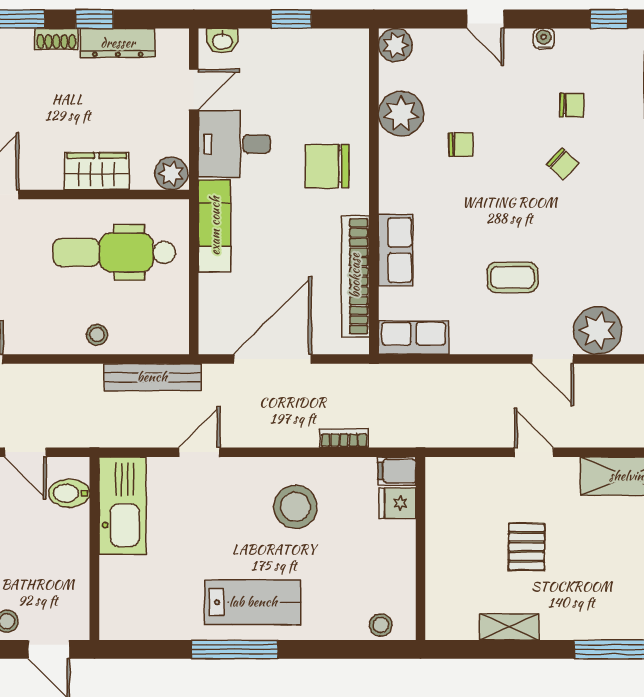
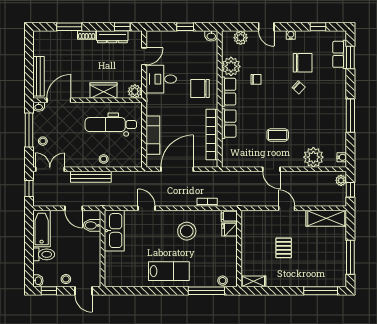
window: (94, 19) -> (122, 27), moved
washbasin: (222, 41) -> (211, 36), moved
plant: (395, 45) -> (241, 38), moved
chair: (572, 105) -> (303, 63), width x1.87, depth x1.87
exam couch: (215, 226) -> (153, 135), moved
row of seats: (414, 338) -> (229, 92), moved, turned 90
door: (553, 359) -> (271, 169), moved
bench: (152, 377) -> (91, 177), moved
door: (199, 452) -> (147, 208), hinge flipped
shelving: (509, 627) -> (253, 281), moved
window: (235, 649) -> (206, 291), moved

